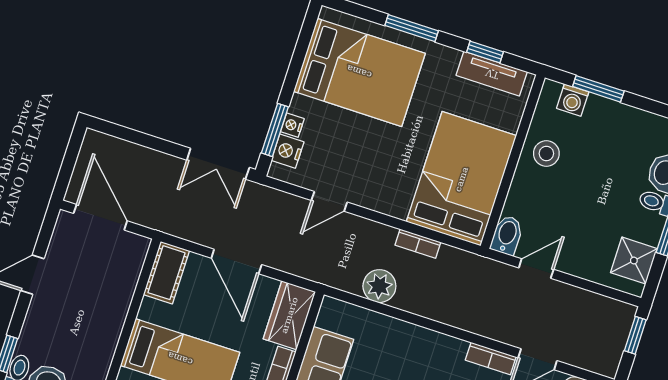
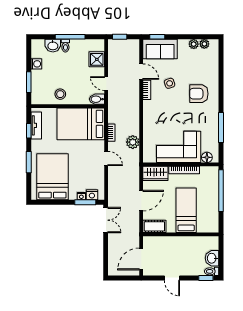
washing machine: (573, 100) -> (36, 64), moved
door: (329, 201) -> (106, 158), moved
shower: (634, 261) -> (97, 59), moved

